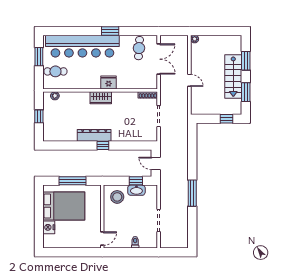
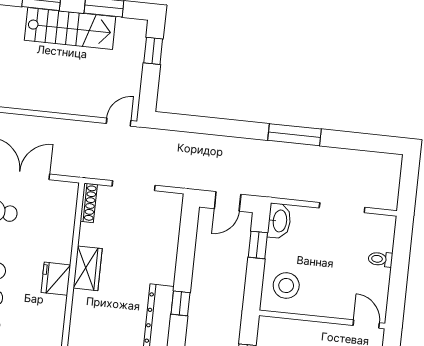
door: (189, 80) -> (119, 122), moved
wardrobe: (101, 98) -> (88, 268), moved
washbasin: (136, 190) -> (279, 221), moved

